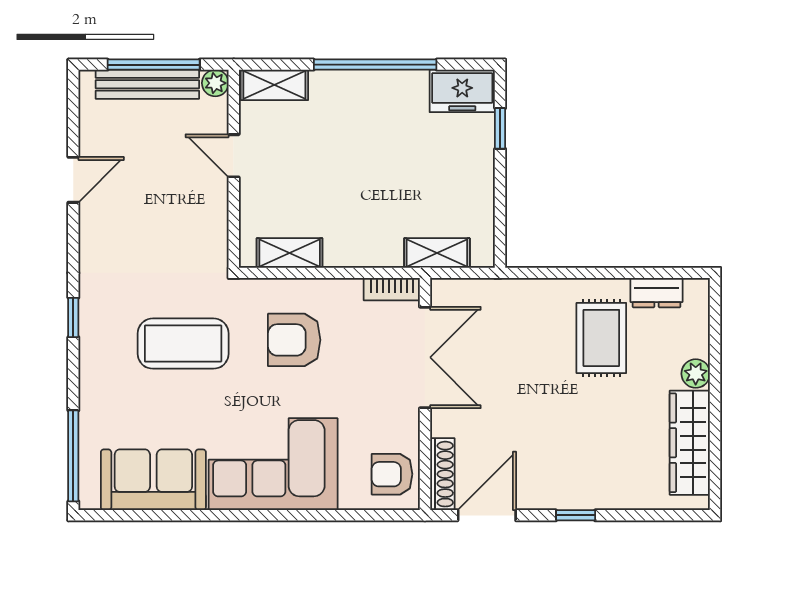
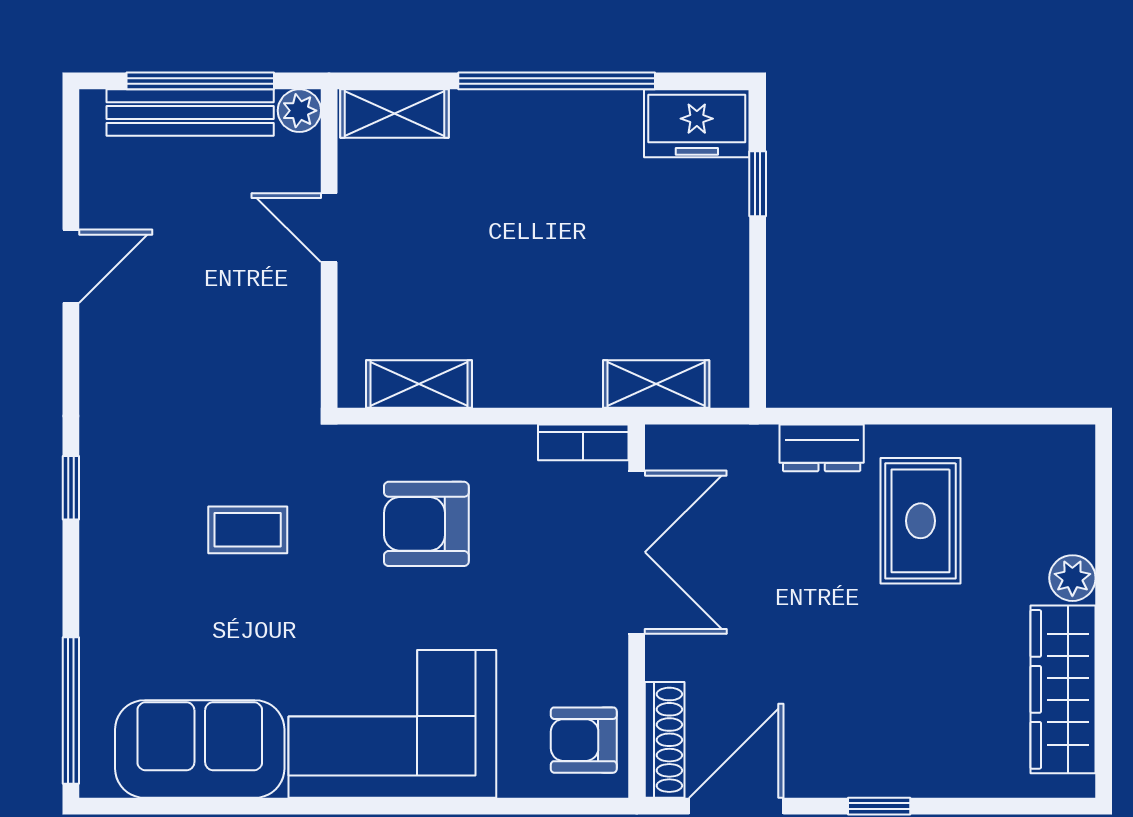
dresser: (657, 293) -> (822, 448), moved
coffee table: (183, 344) -> (248, 530), width x0.54, depth x0.58

